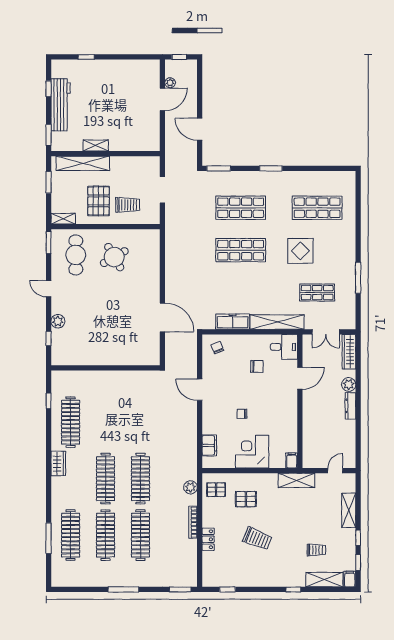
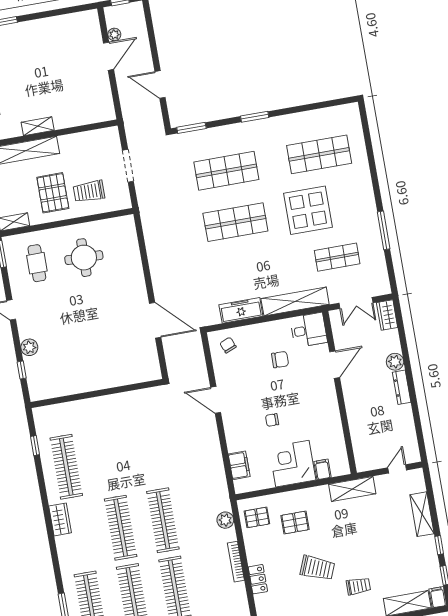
trolley: (128, 205) -> (89, 191), turned 180
display table: (300, 251) -> (308, 210), width x1.36, depth x1.36
cafe table: (76, 255) -> (37, 263), width x0.73, depth x0.74
round table: (114, 257) -> (84, 258), turned 31
wardrobe: (349, 352) -> (387, 315), width x0.67
filing cabinet: (292, 460) -> (322, 469), moved
trolley: (316, 550) -> (358, 586), moved

